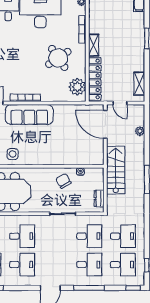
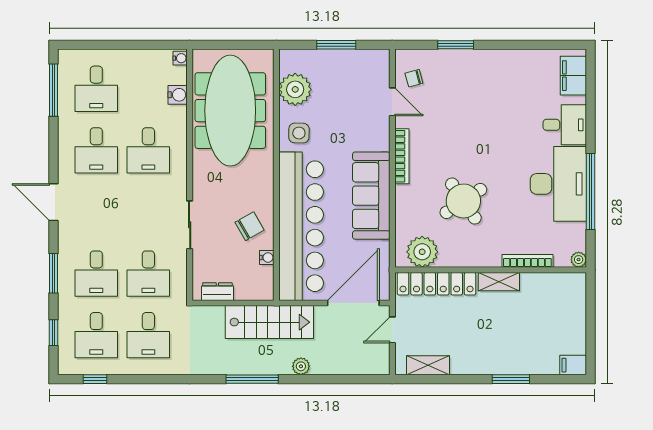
round table: (58, 58) -> (463, 201), moved
sofa: (29, 115) -> (371, 196), moved
plant: (140, 131) -> (301, 366), moved
bar counter: (63, 153) -> (301, 226), added
window: (89, 288) -> (53, 273), width x0.69
window: (133, 288) -> (53, 333), moved

